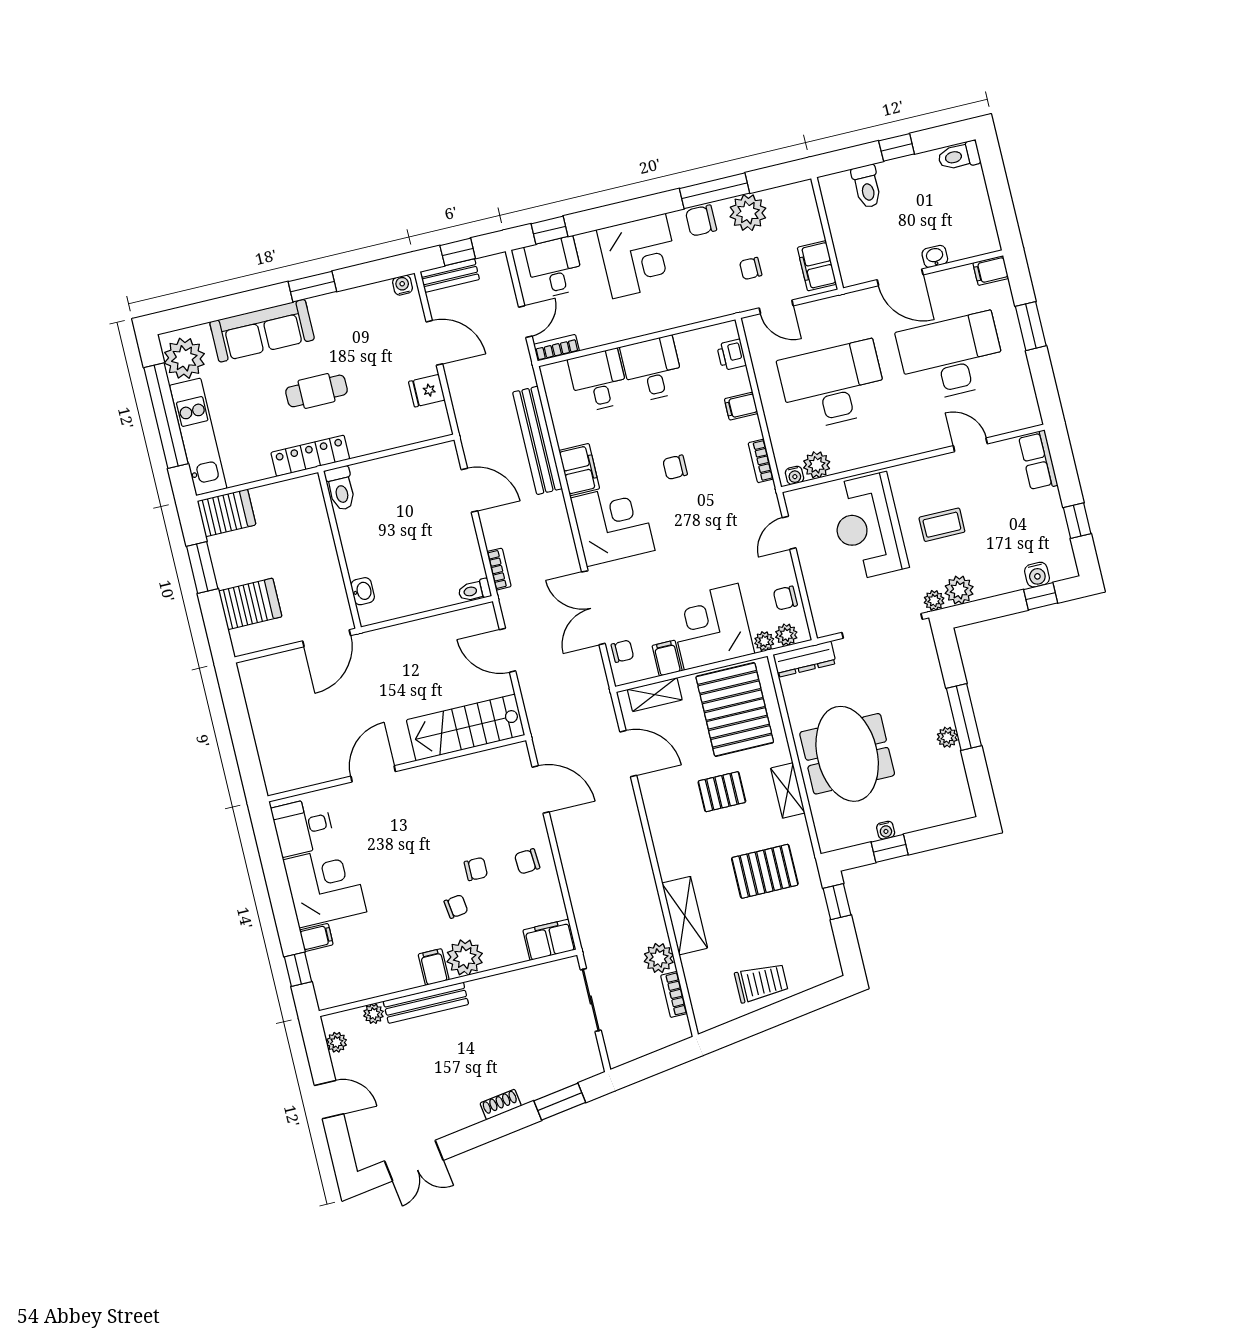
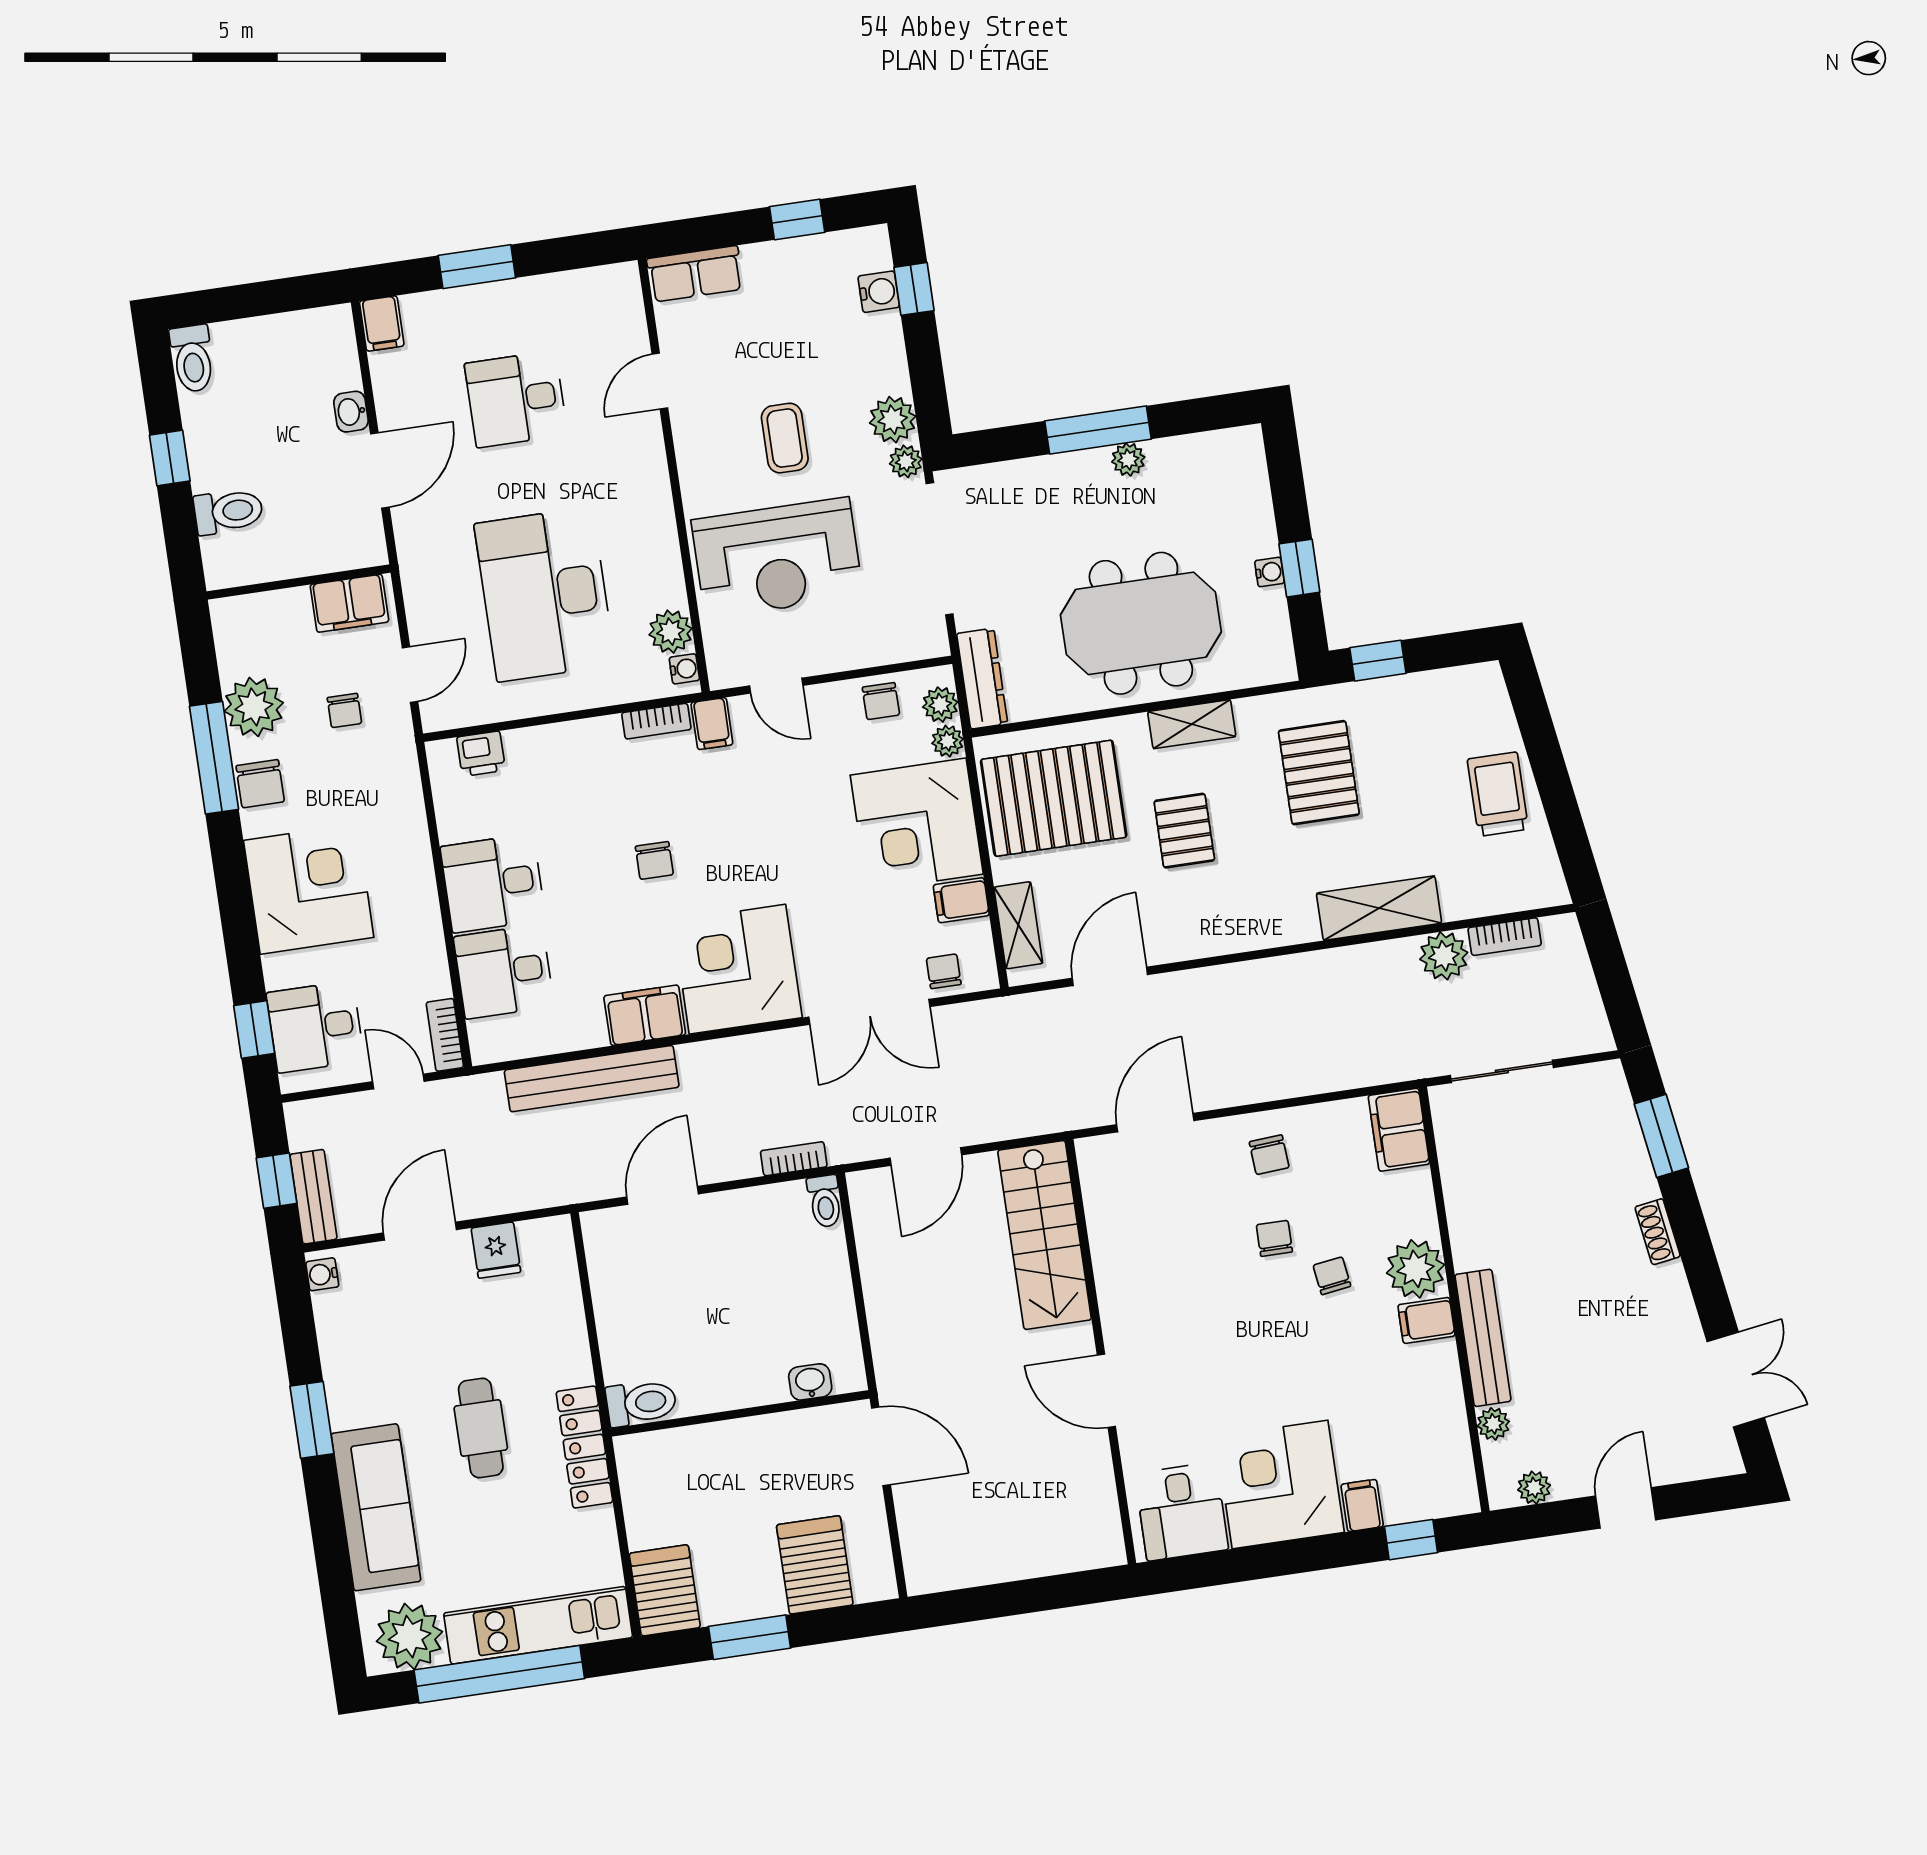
desk: (951, 357) -> (516, 399), width x0.53, depth x0.77
filing cabinet: (741, 406) -> (712, 724), moved

